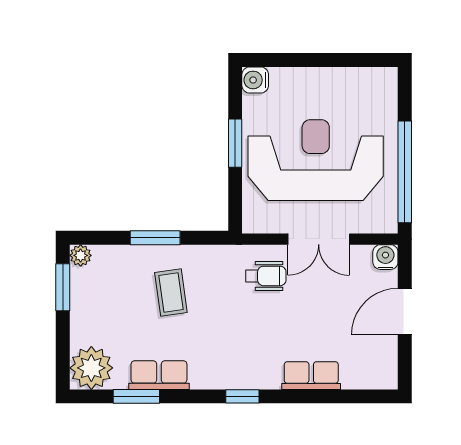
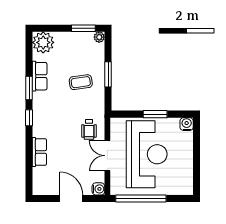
window: (136, 396) -> (29, 88), moved

